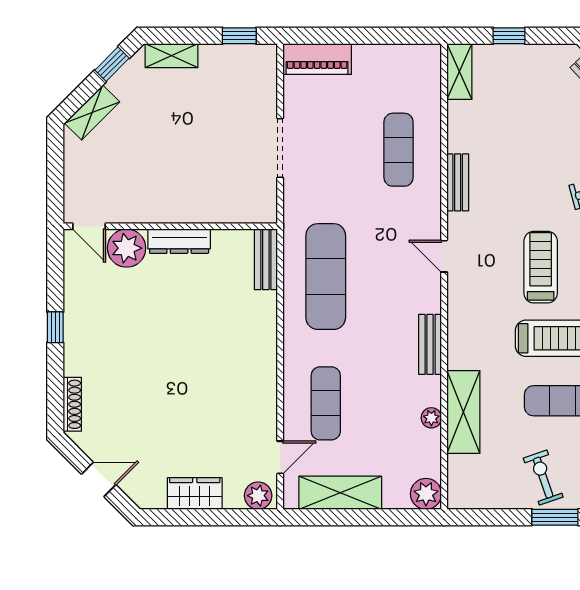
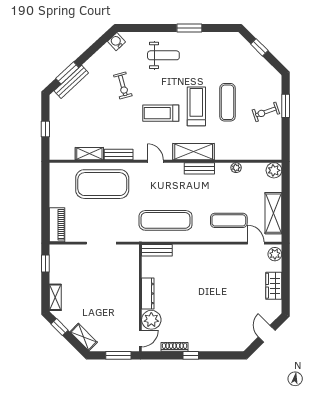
shelving: (459, 72) -> (89, 154), moved
exercise mat: (399, 150) -> (102, 184), width x2.00, depth x1.45
window: (55, 182) -> (118, 355), added
door: (444, 256) -> (155, 161), swing flipped
shoe rack: (72, 404) -> (175, 347), moved
shelving: (463, 412) -> (194, 152), moved

